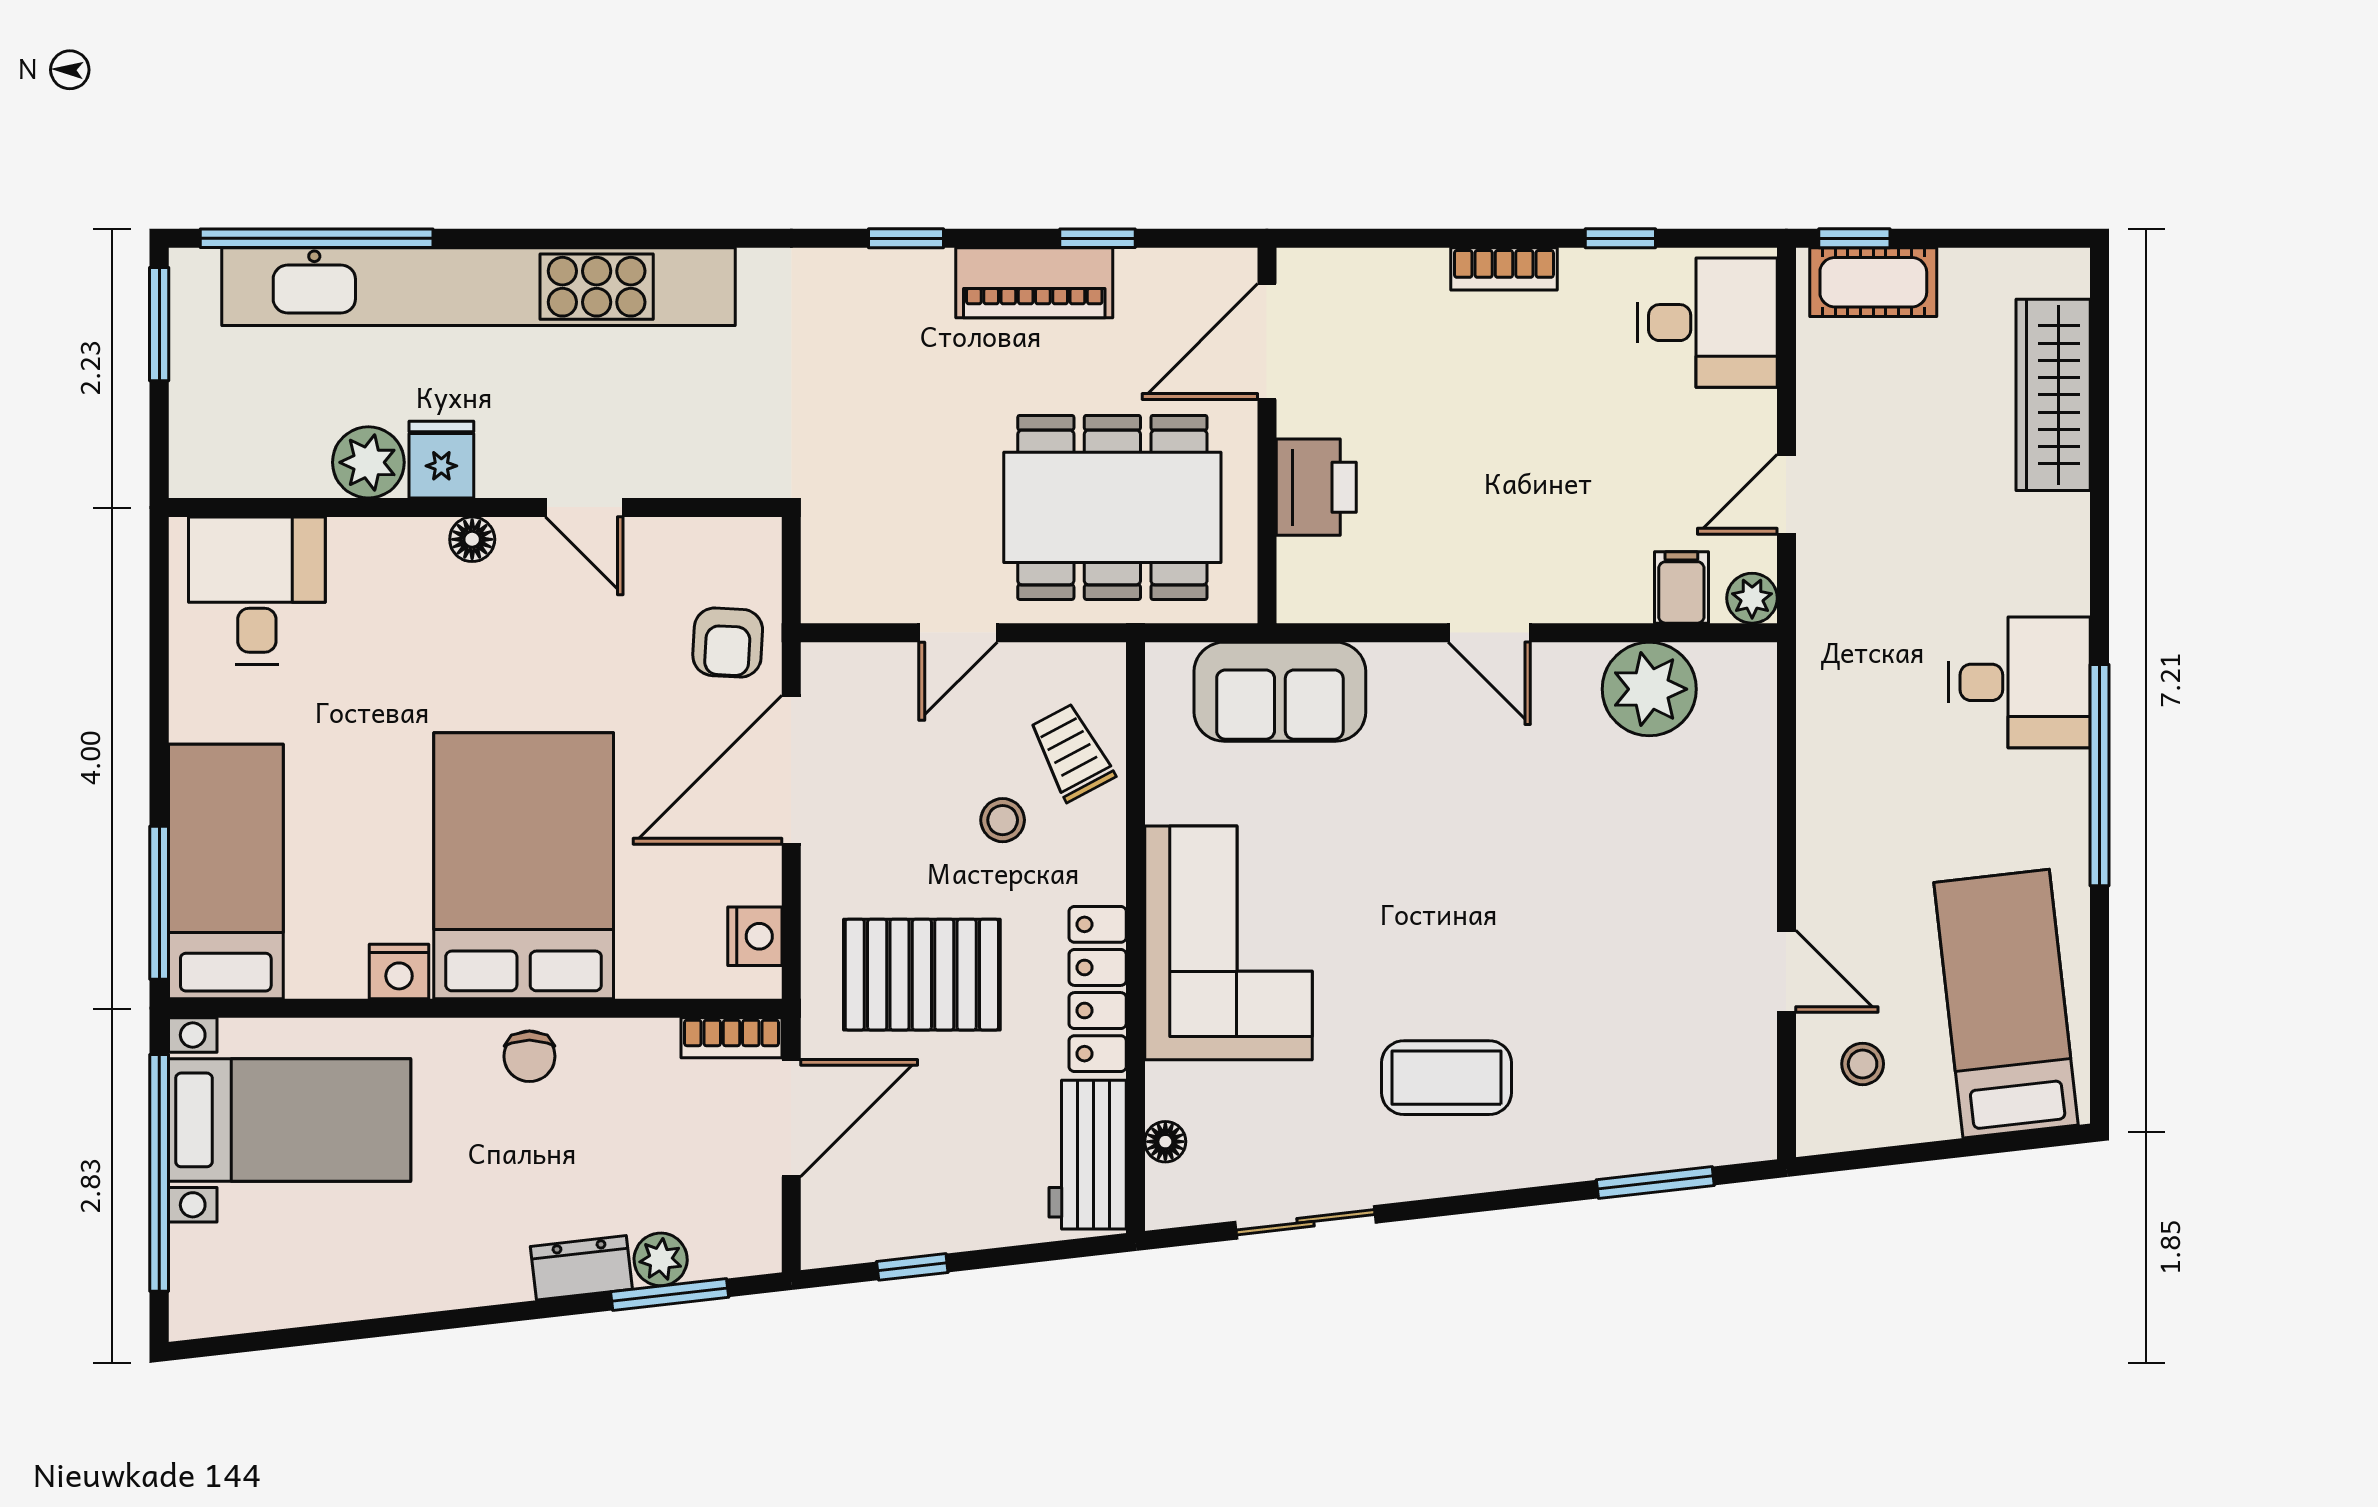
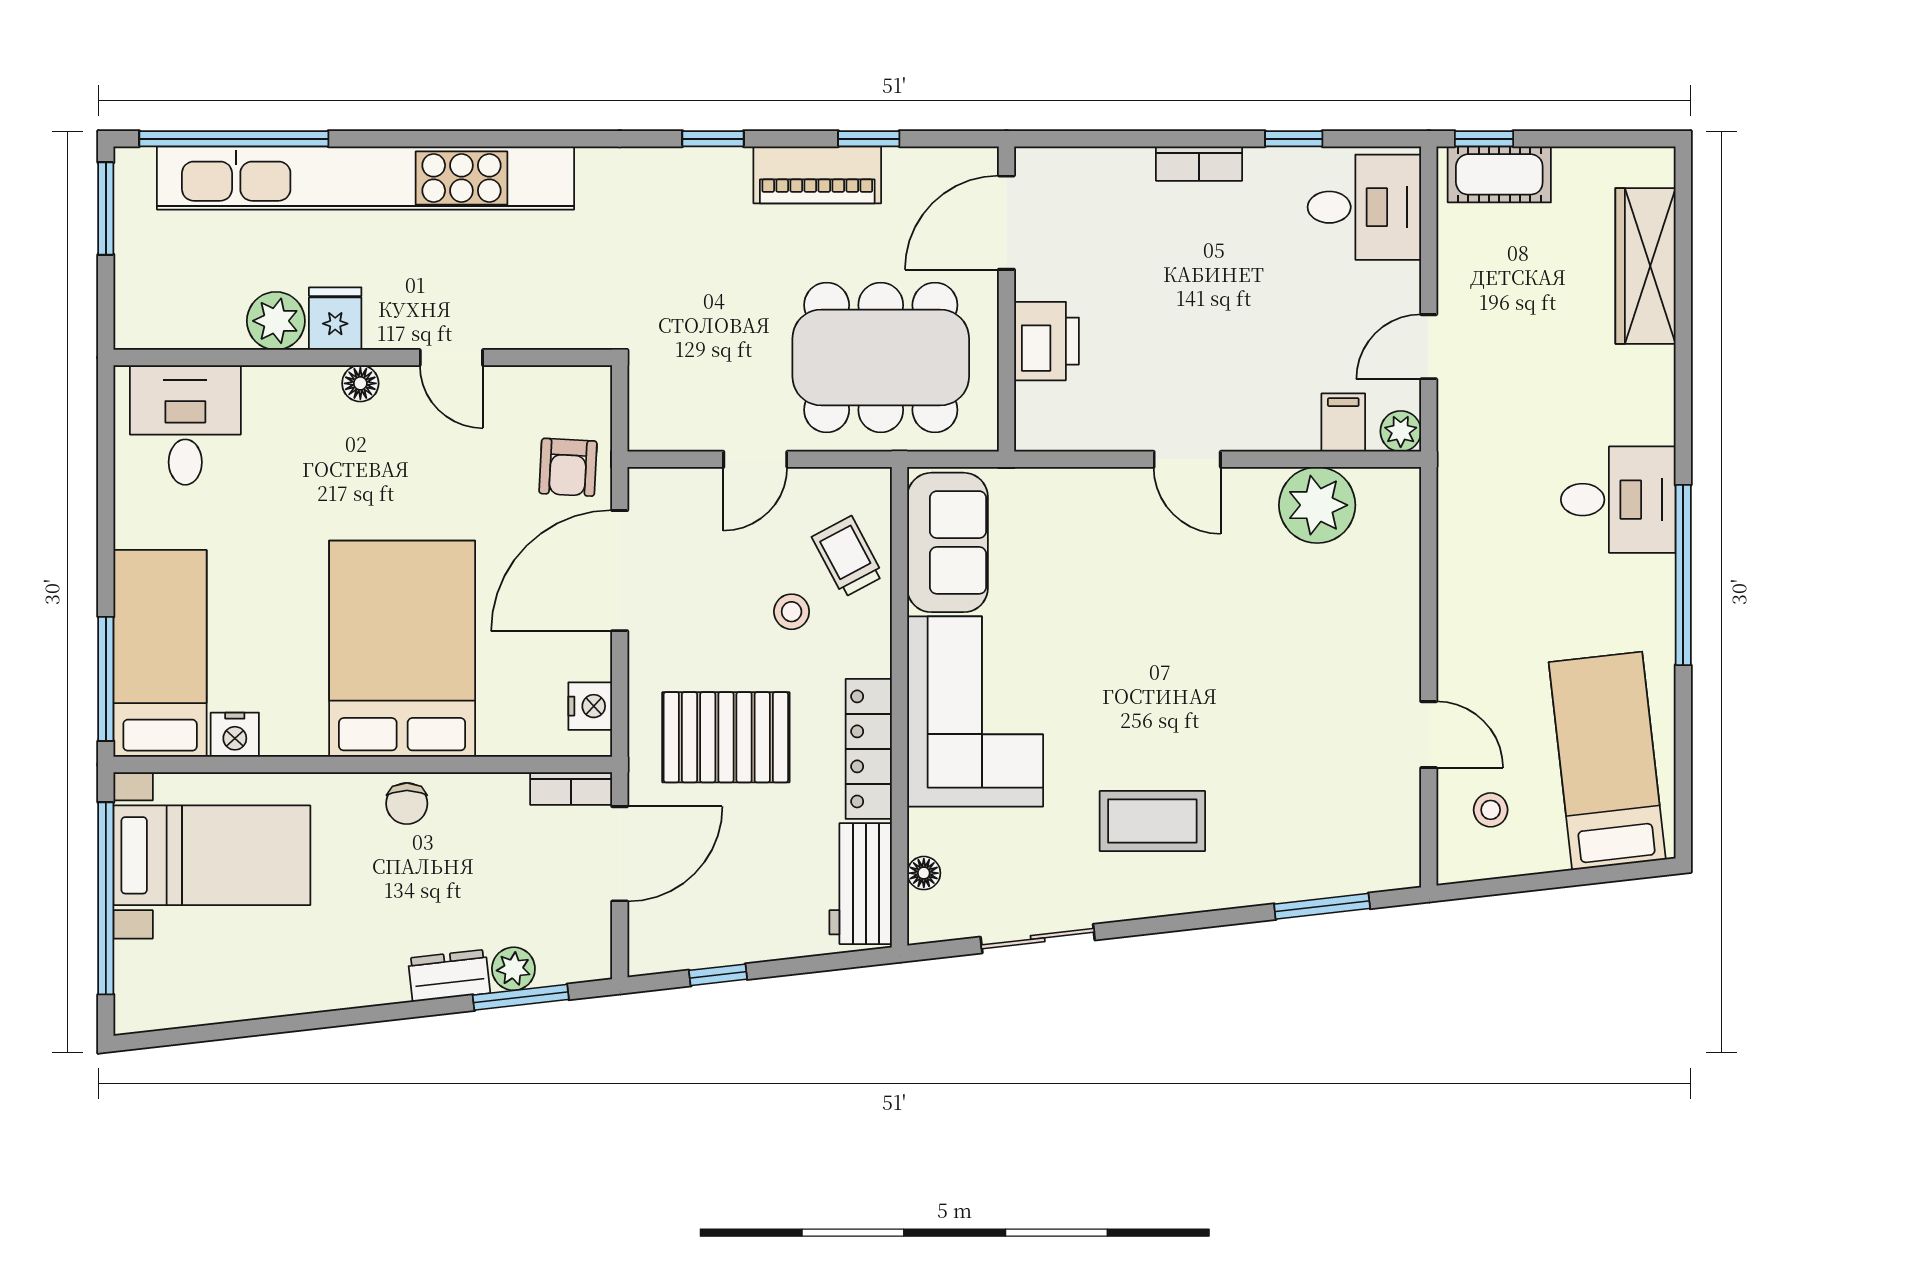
sofa: (1280, 692) -> (948, 542), moved, turned -90
nightstand: (399, 972) -> (235, 735), moved

